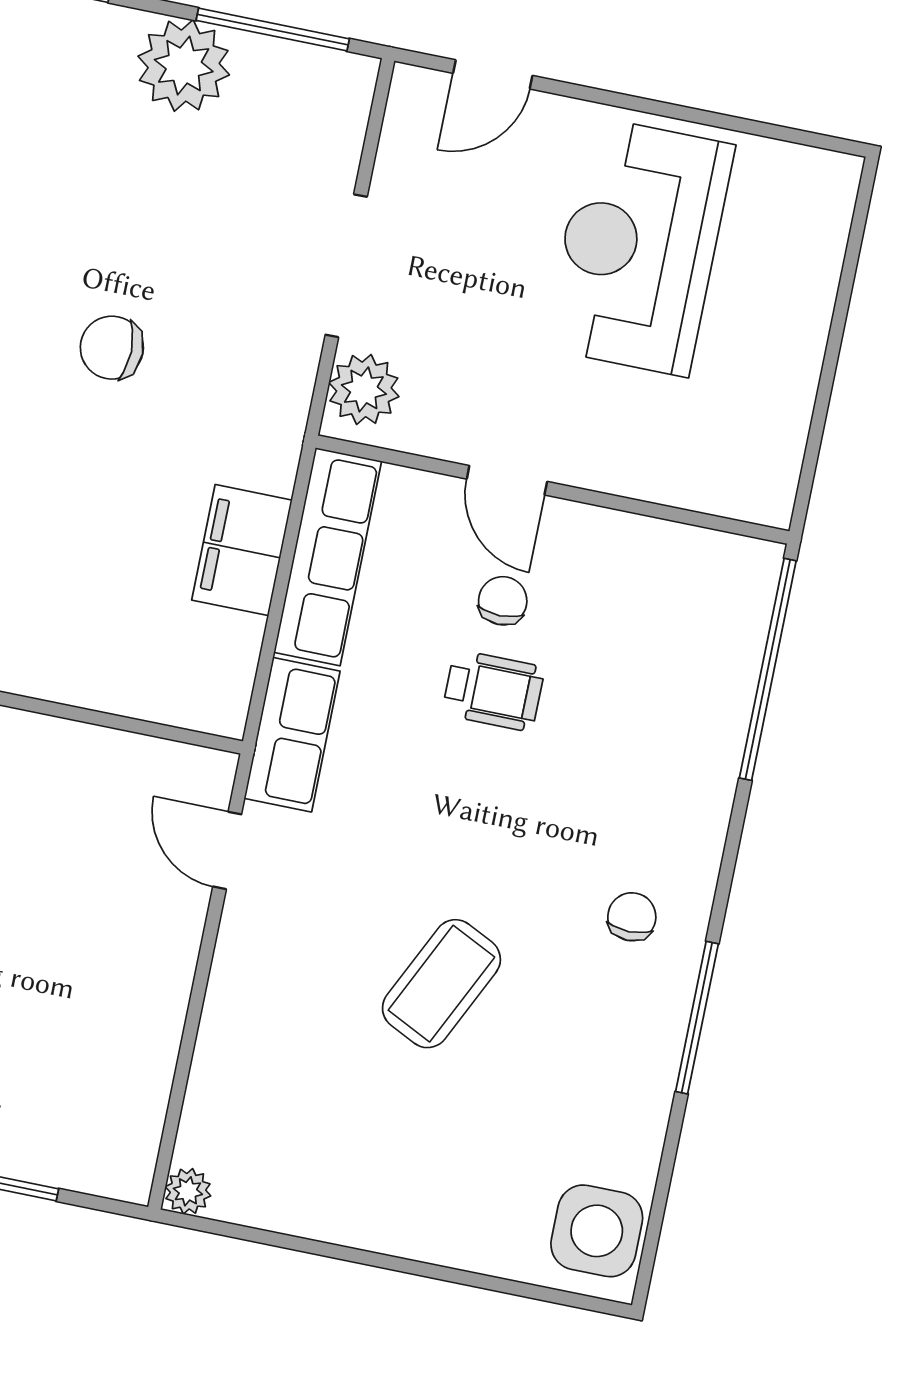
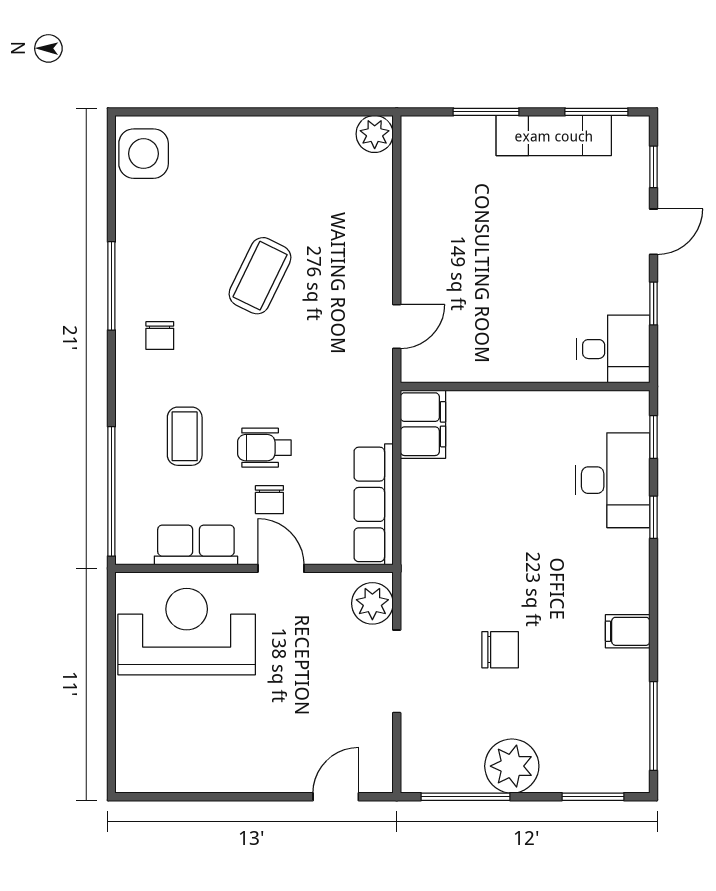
reception desk: (639, 246) -> (187, 632), moved, turned -90
chair: (112, 348) -> (500, 650), moved
filing cabinet: (242, 550) -> (423, 424), moved
row of seats: (292, 735) -> (196, 545), moved, turned 90
coffee table: (624, 738) -> (185, 436), added
door: (227, 850) -> (397, 326), hinge flipped
plant: (188, 1191) -> (375, 134), width x1.38, depth x1.38

